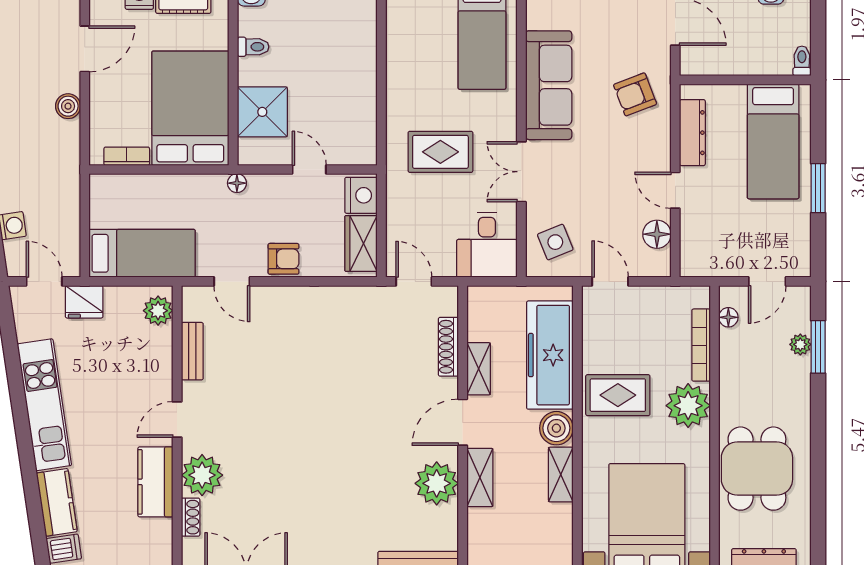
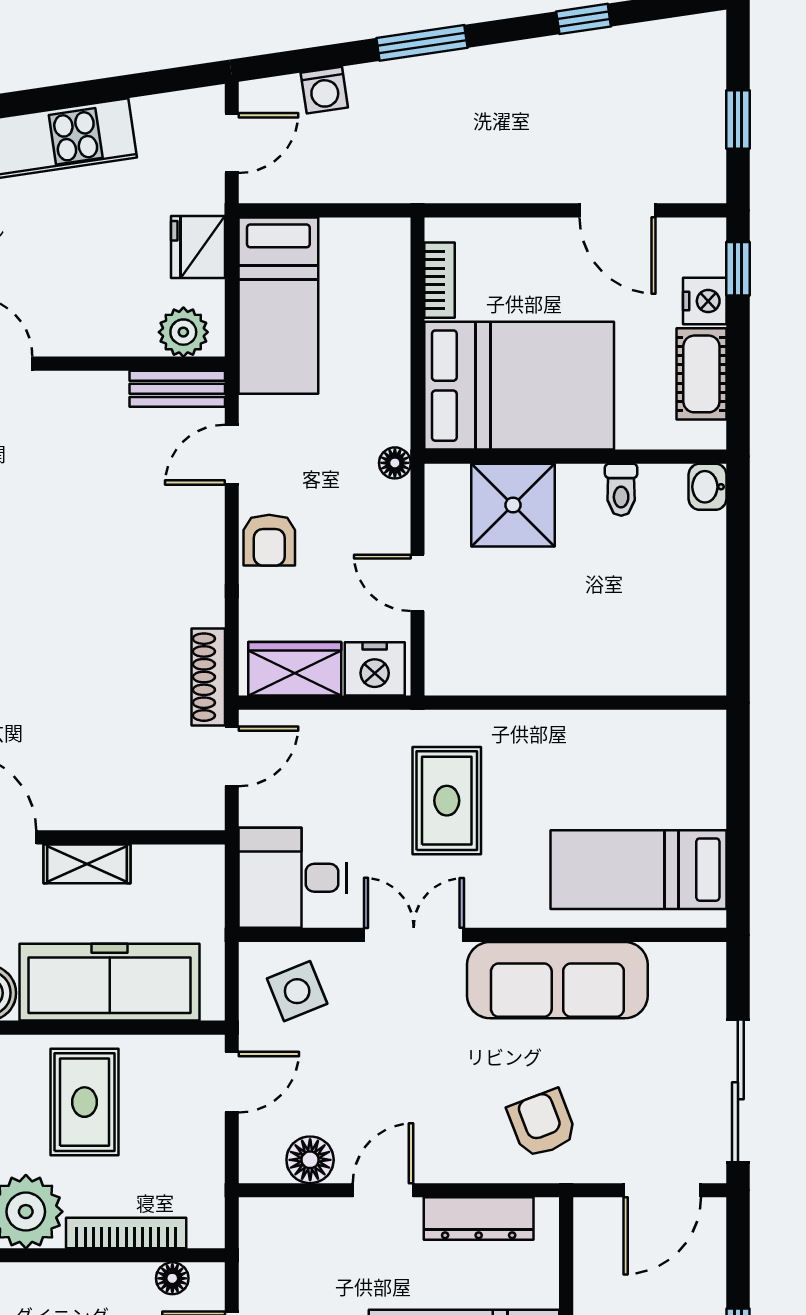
boiler: (68, 106) -> (523, 183), removed
door: (309, 169) -> (417, 583), swing flipped
fridge: (84, 302) -> (198, 247), moved
shoe rack: (448, 347) -> (208, 677), moved, turned -90
bench: (192, 351) -> (177, 389), moved
rug: (618, 395) -> (84, 1102), moved

